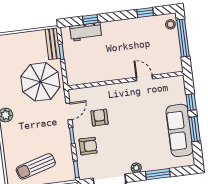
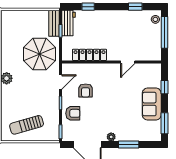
workbench: (86, 32) -> (68, 23), moved, turned -90
locker: (99, 75) -> (89, 55), added
door: (144, 78) -> (128, 62), swing flipped
armchair: (99, 118) -> (86, 90), turned 180
window: (194, 129) -> (164, 123), moved
sofa: (180, 130) -> (152, 104), width x0.73

